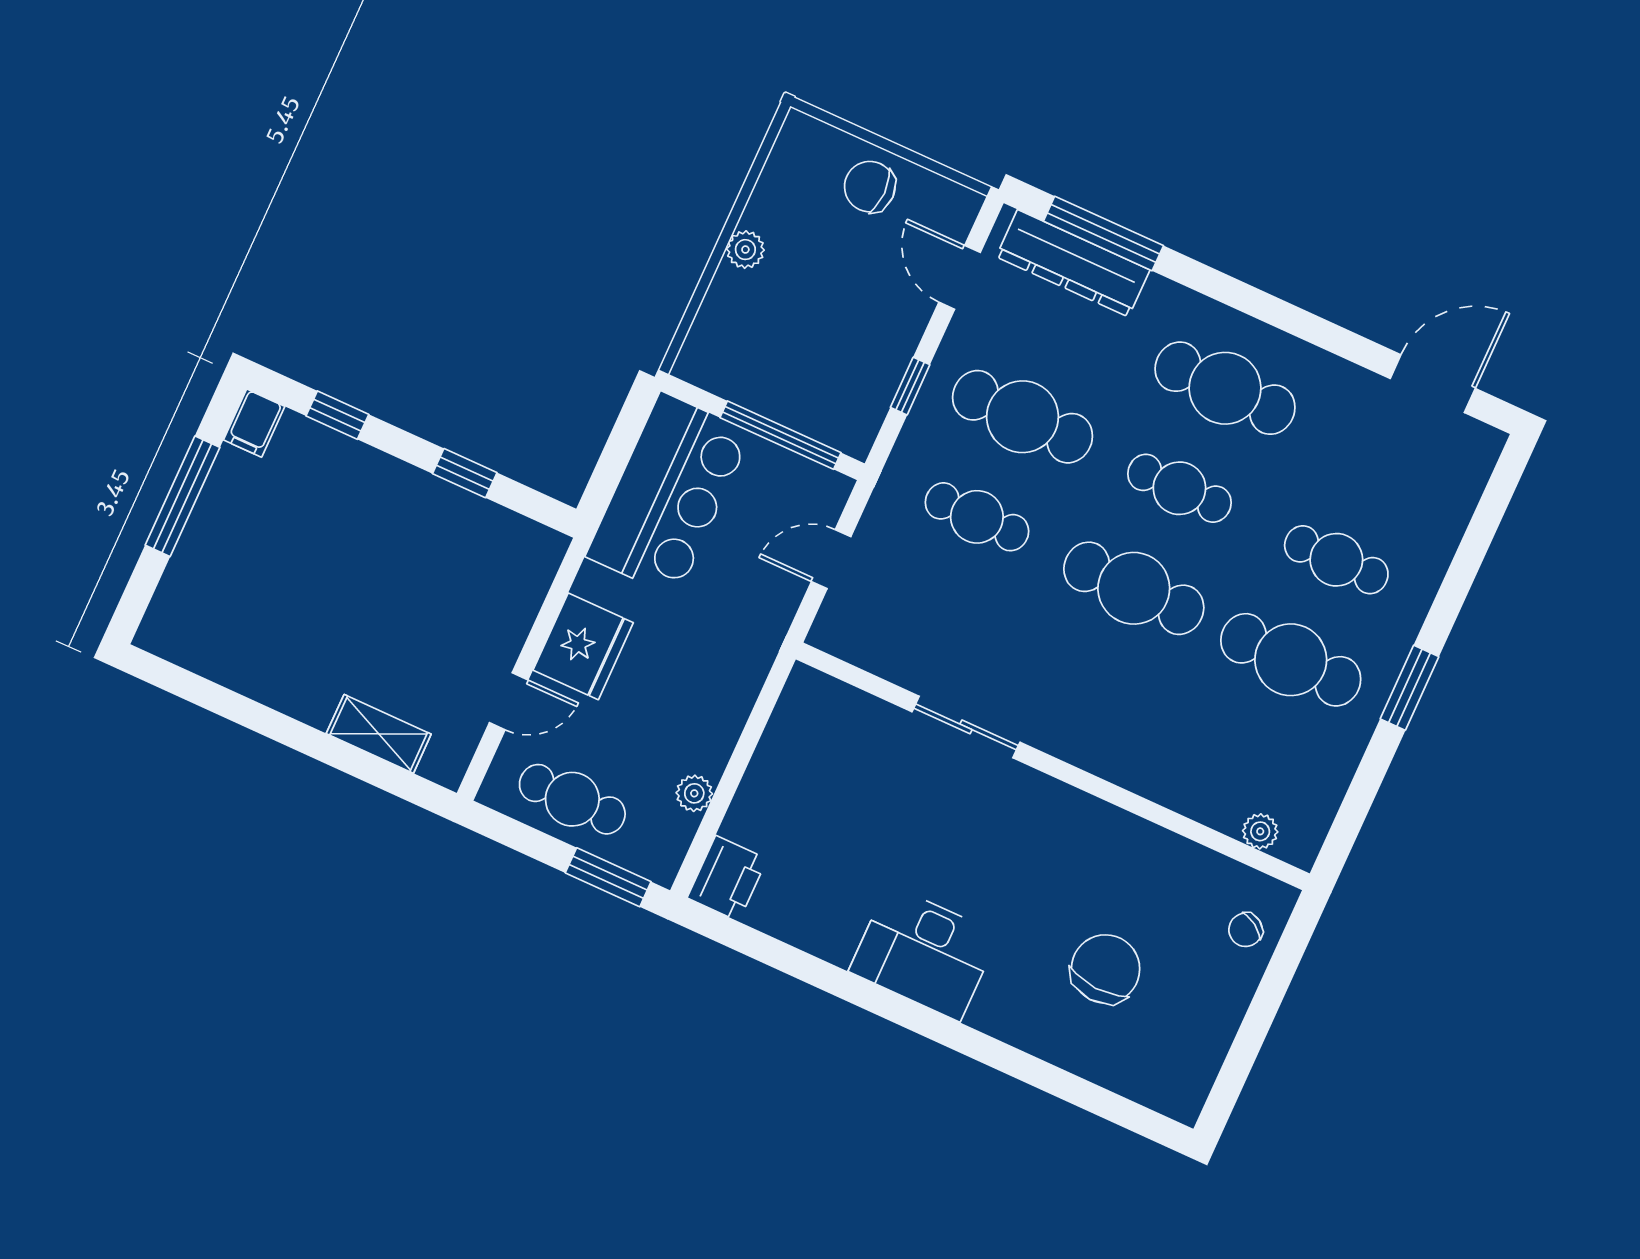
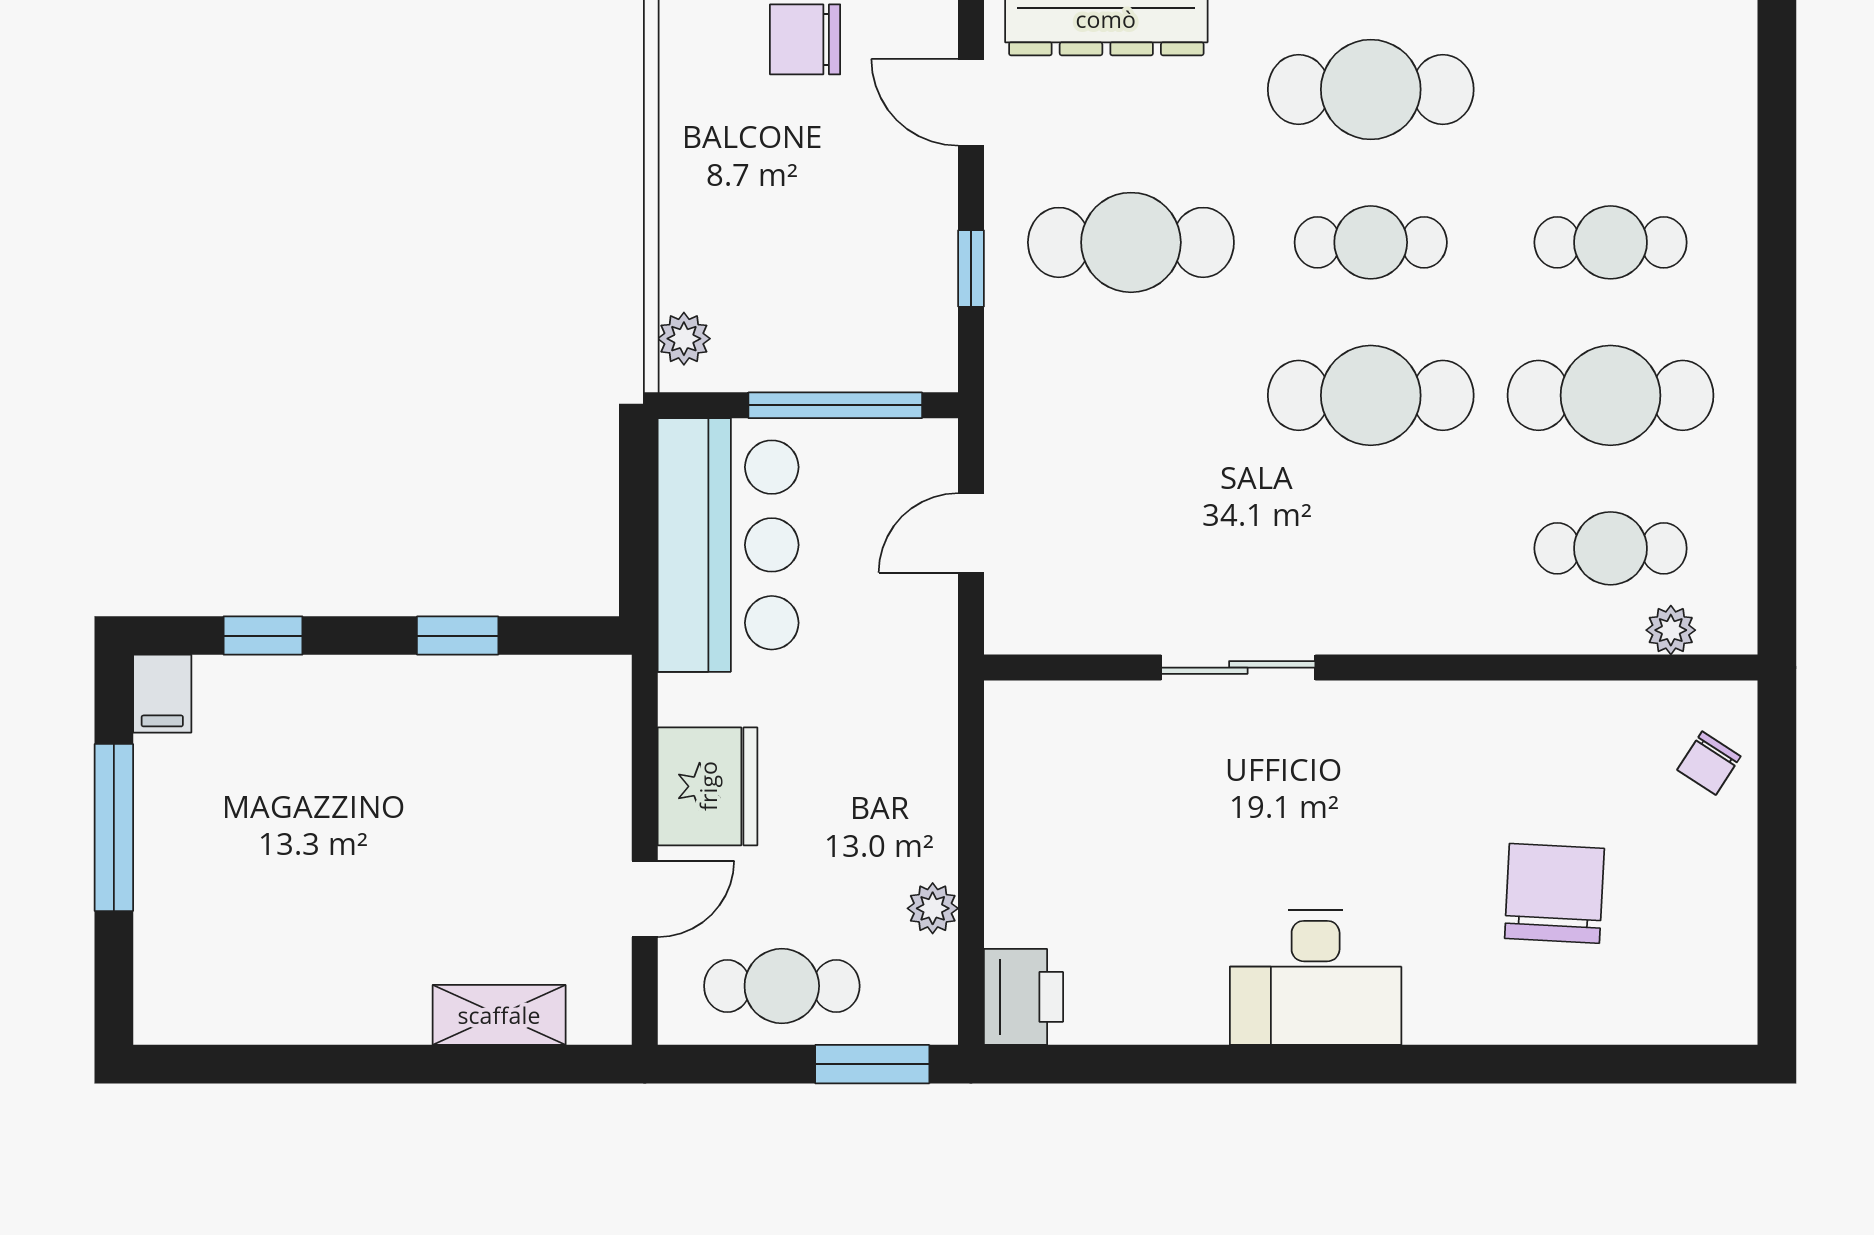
plant: (745, 250) -> (684, 339), moved
cafe table: (977, 517) -> (1611, 548), moved
window: (1410, 688) -> (1777, 362), removed

